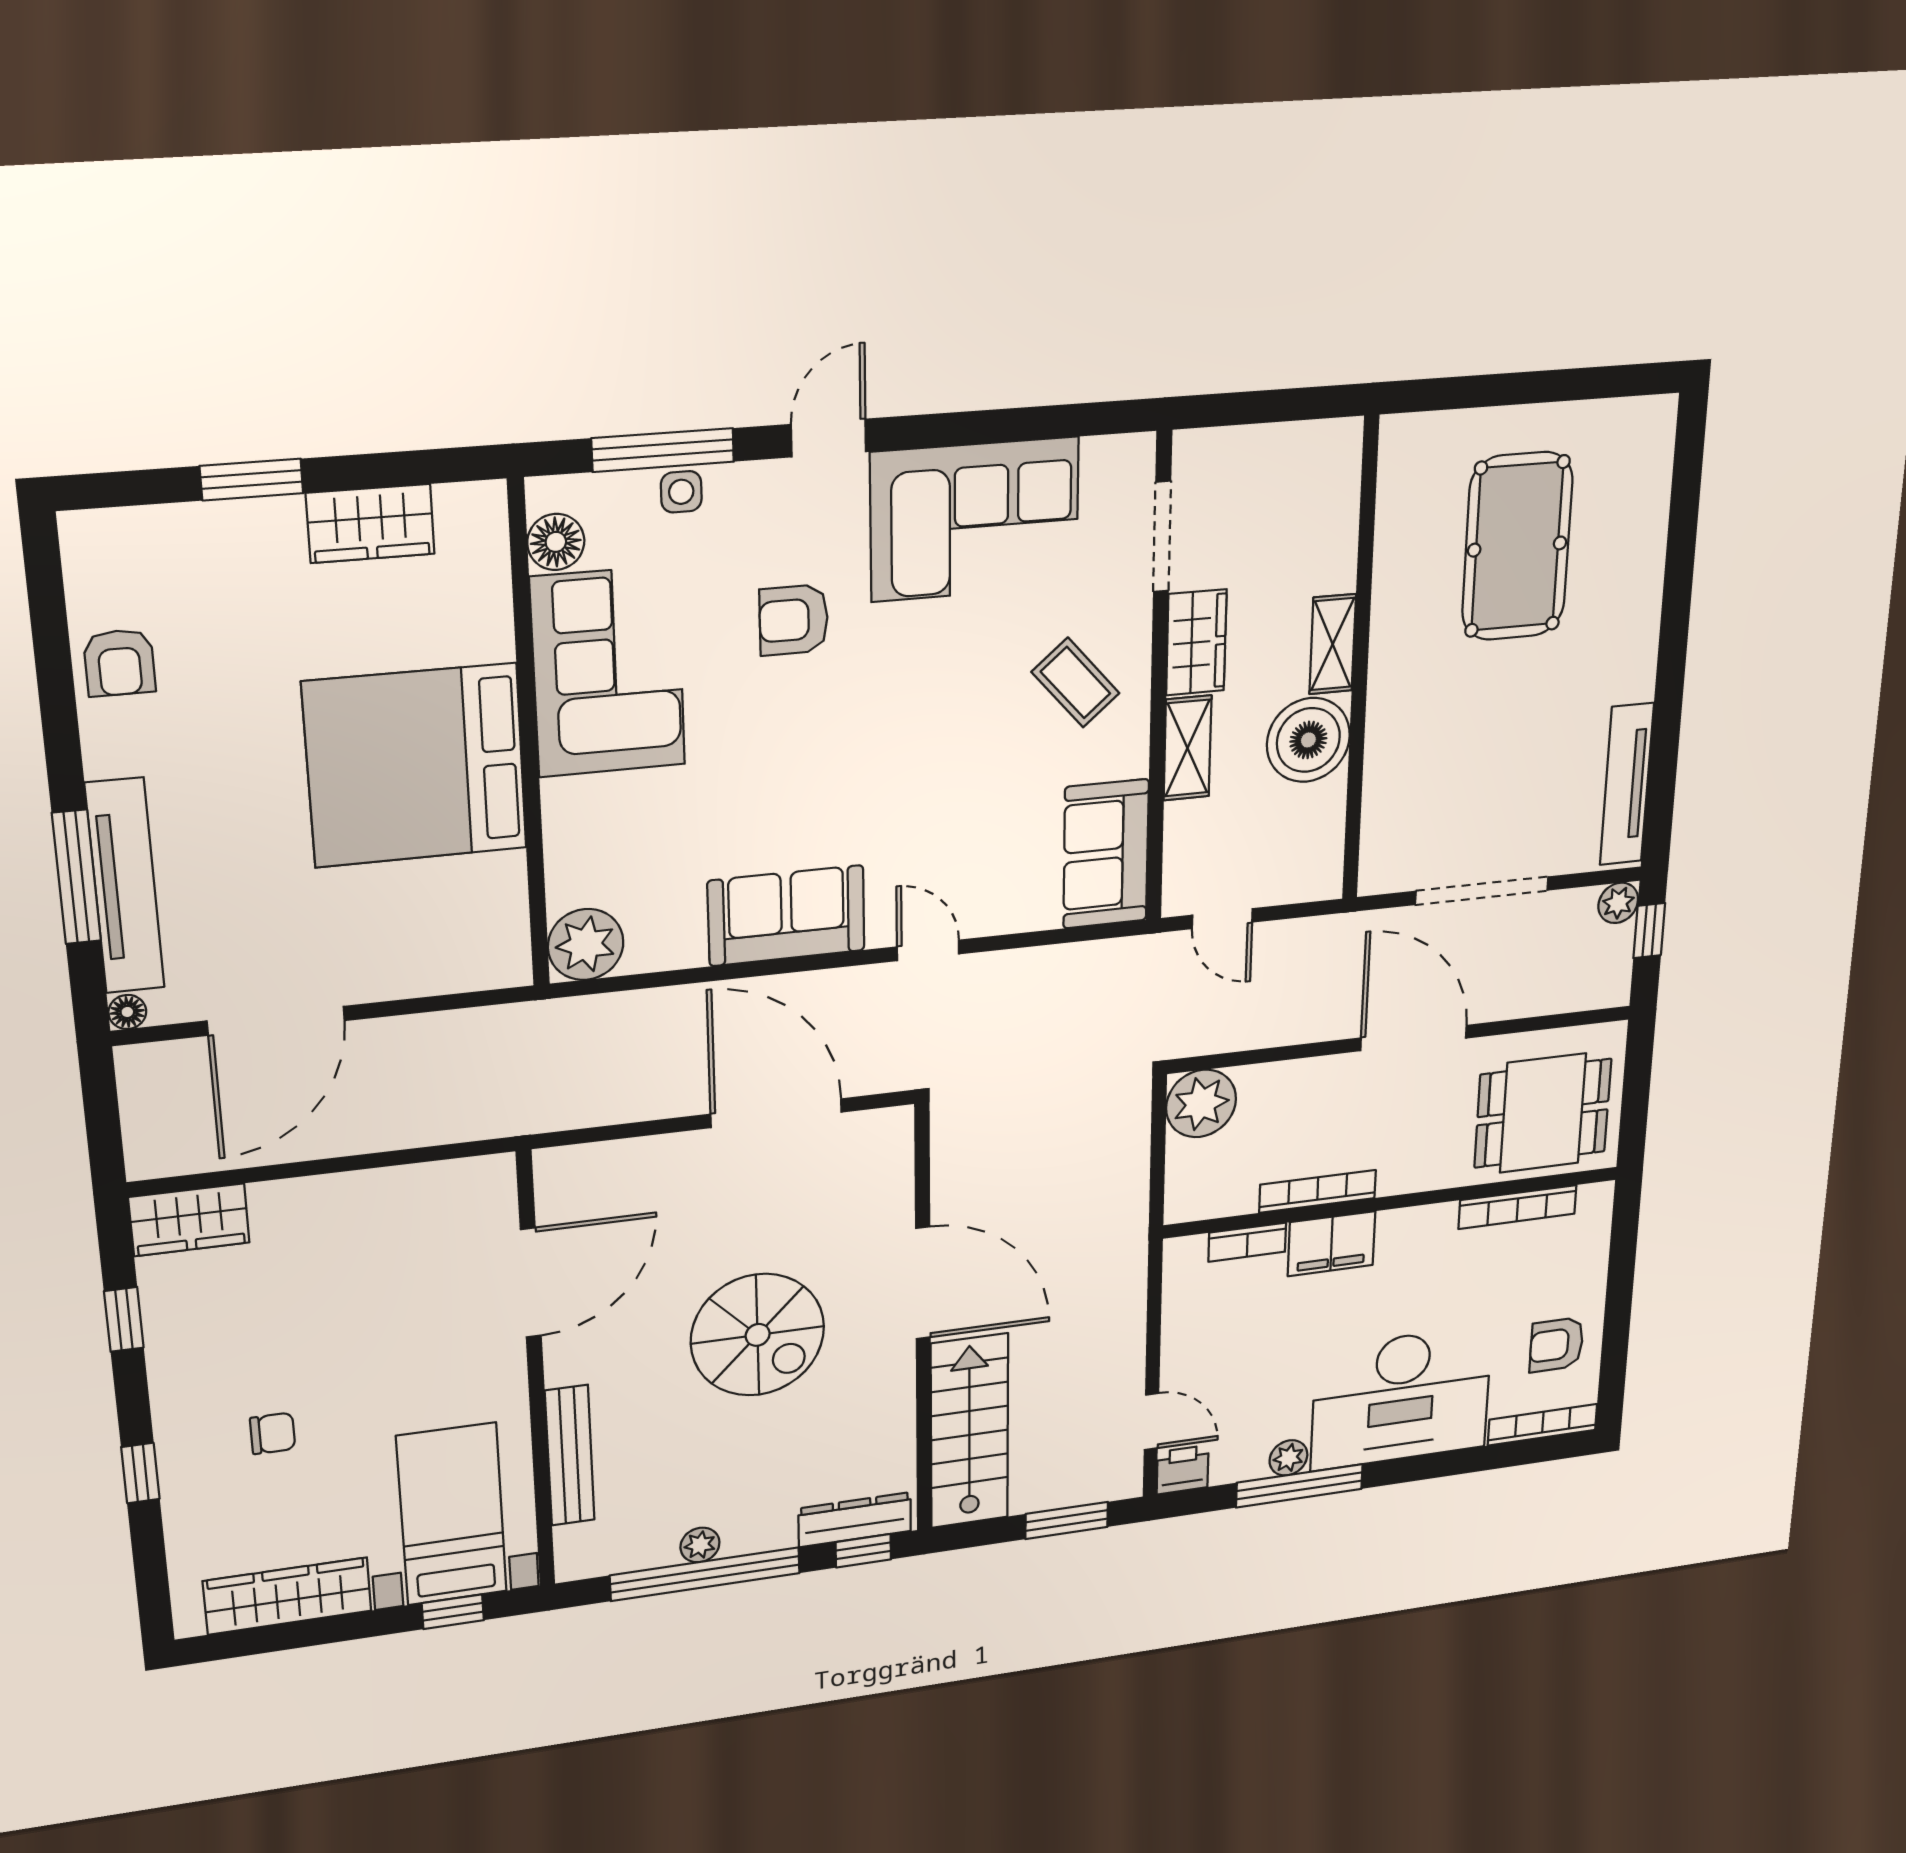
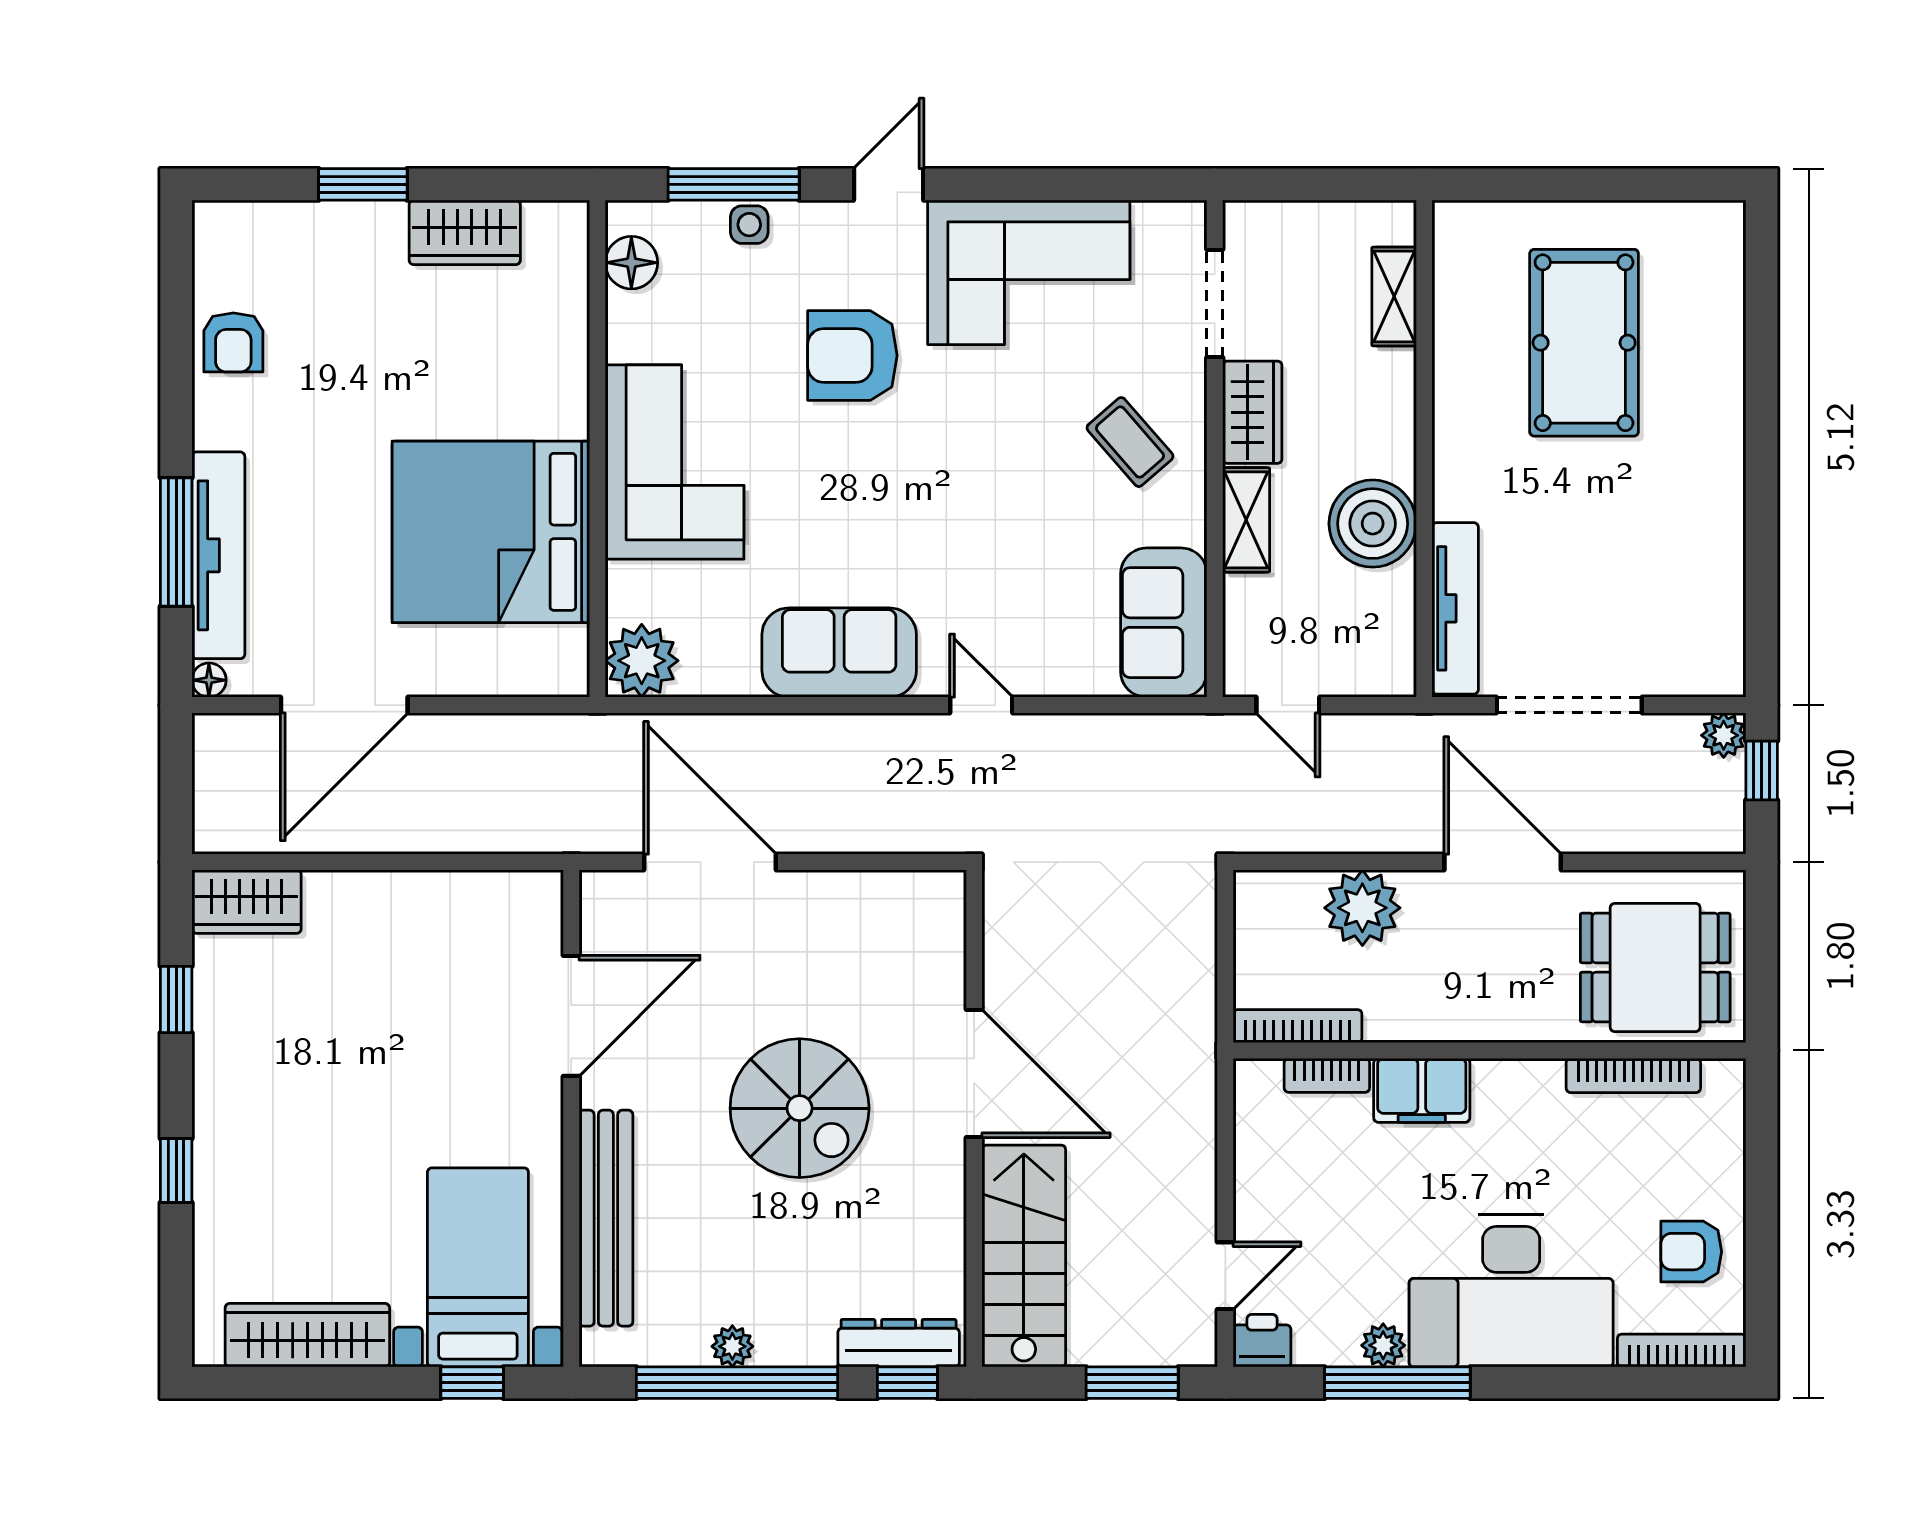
armchair: (794, 620) -> (852, 355), width x1.38, depth x1.38
shelving: (1333, 644) -> (1394, 297), moved
corner sofa: (608, 672) -> (675, 462), moved
bed: (415, 766) -> (491, 532), moved
tv unit: (1627, 784) -> (1455, 608), moved, turned 180
plant: (1201, 1103) -> (1362, 908), moved
door: (776, 1113) -> (710, 862), moved
bookcase: (1318, 1191) -> (1298, 1026), moved
door: (1151, 1422) -> (1225, 1276), hinge flipped
chair: (273, 1433) -> (307, 1146), removed
bench: (570, 1456) -> (606, 1218), width x1.37, depth x1.21

